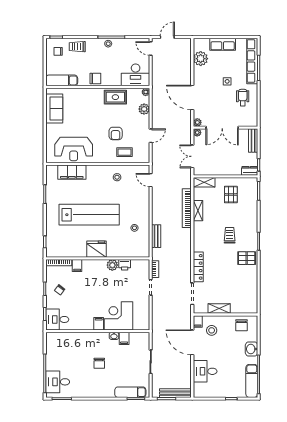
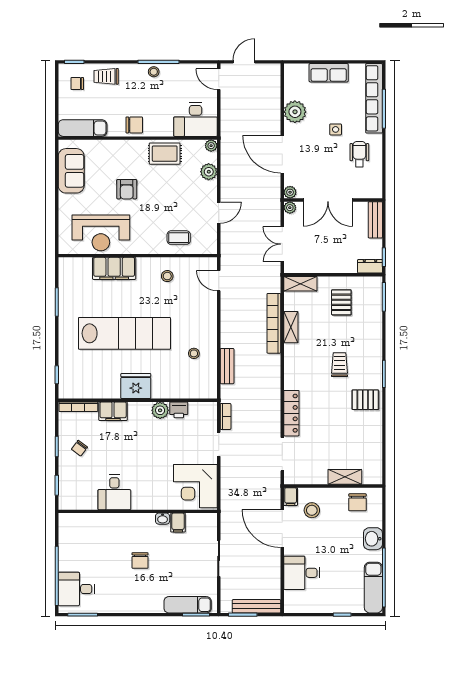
plant: (201, 59) -> (295, 112), moved
armchair: (116, 133) -> (127, 189), moved
filing cabinet: (72, 172) -> (114, 268), moved
filing cabinet: (77, 266) -> (113, 411), width x2.00
shelving: (219, 309) -> (345, 477), moved
corner desk: (118, 316) -> (195, 486), moved, turned -90
desk: (57, 319) -> (114, 492), moved, turned -90
filing cabinet: (99, 324) -> (139, 500), removed

